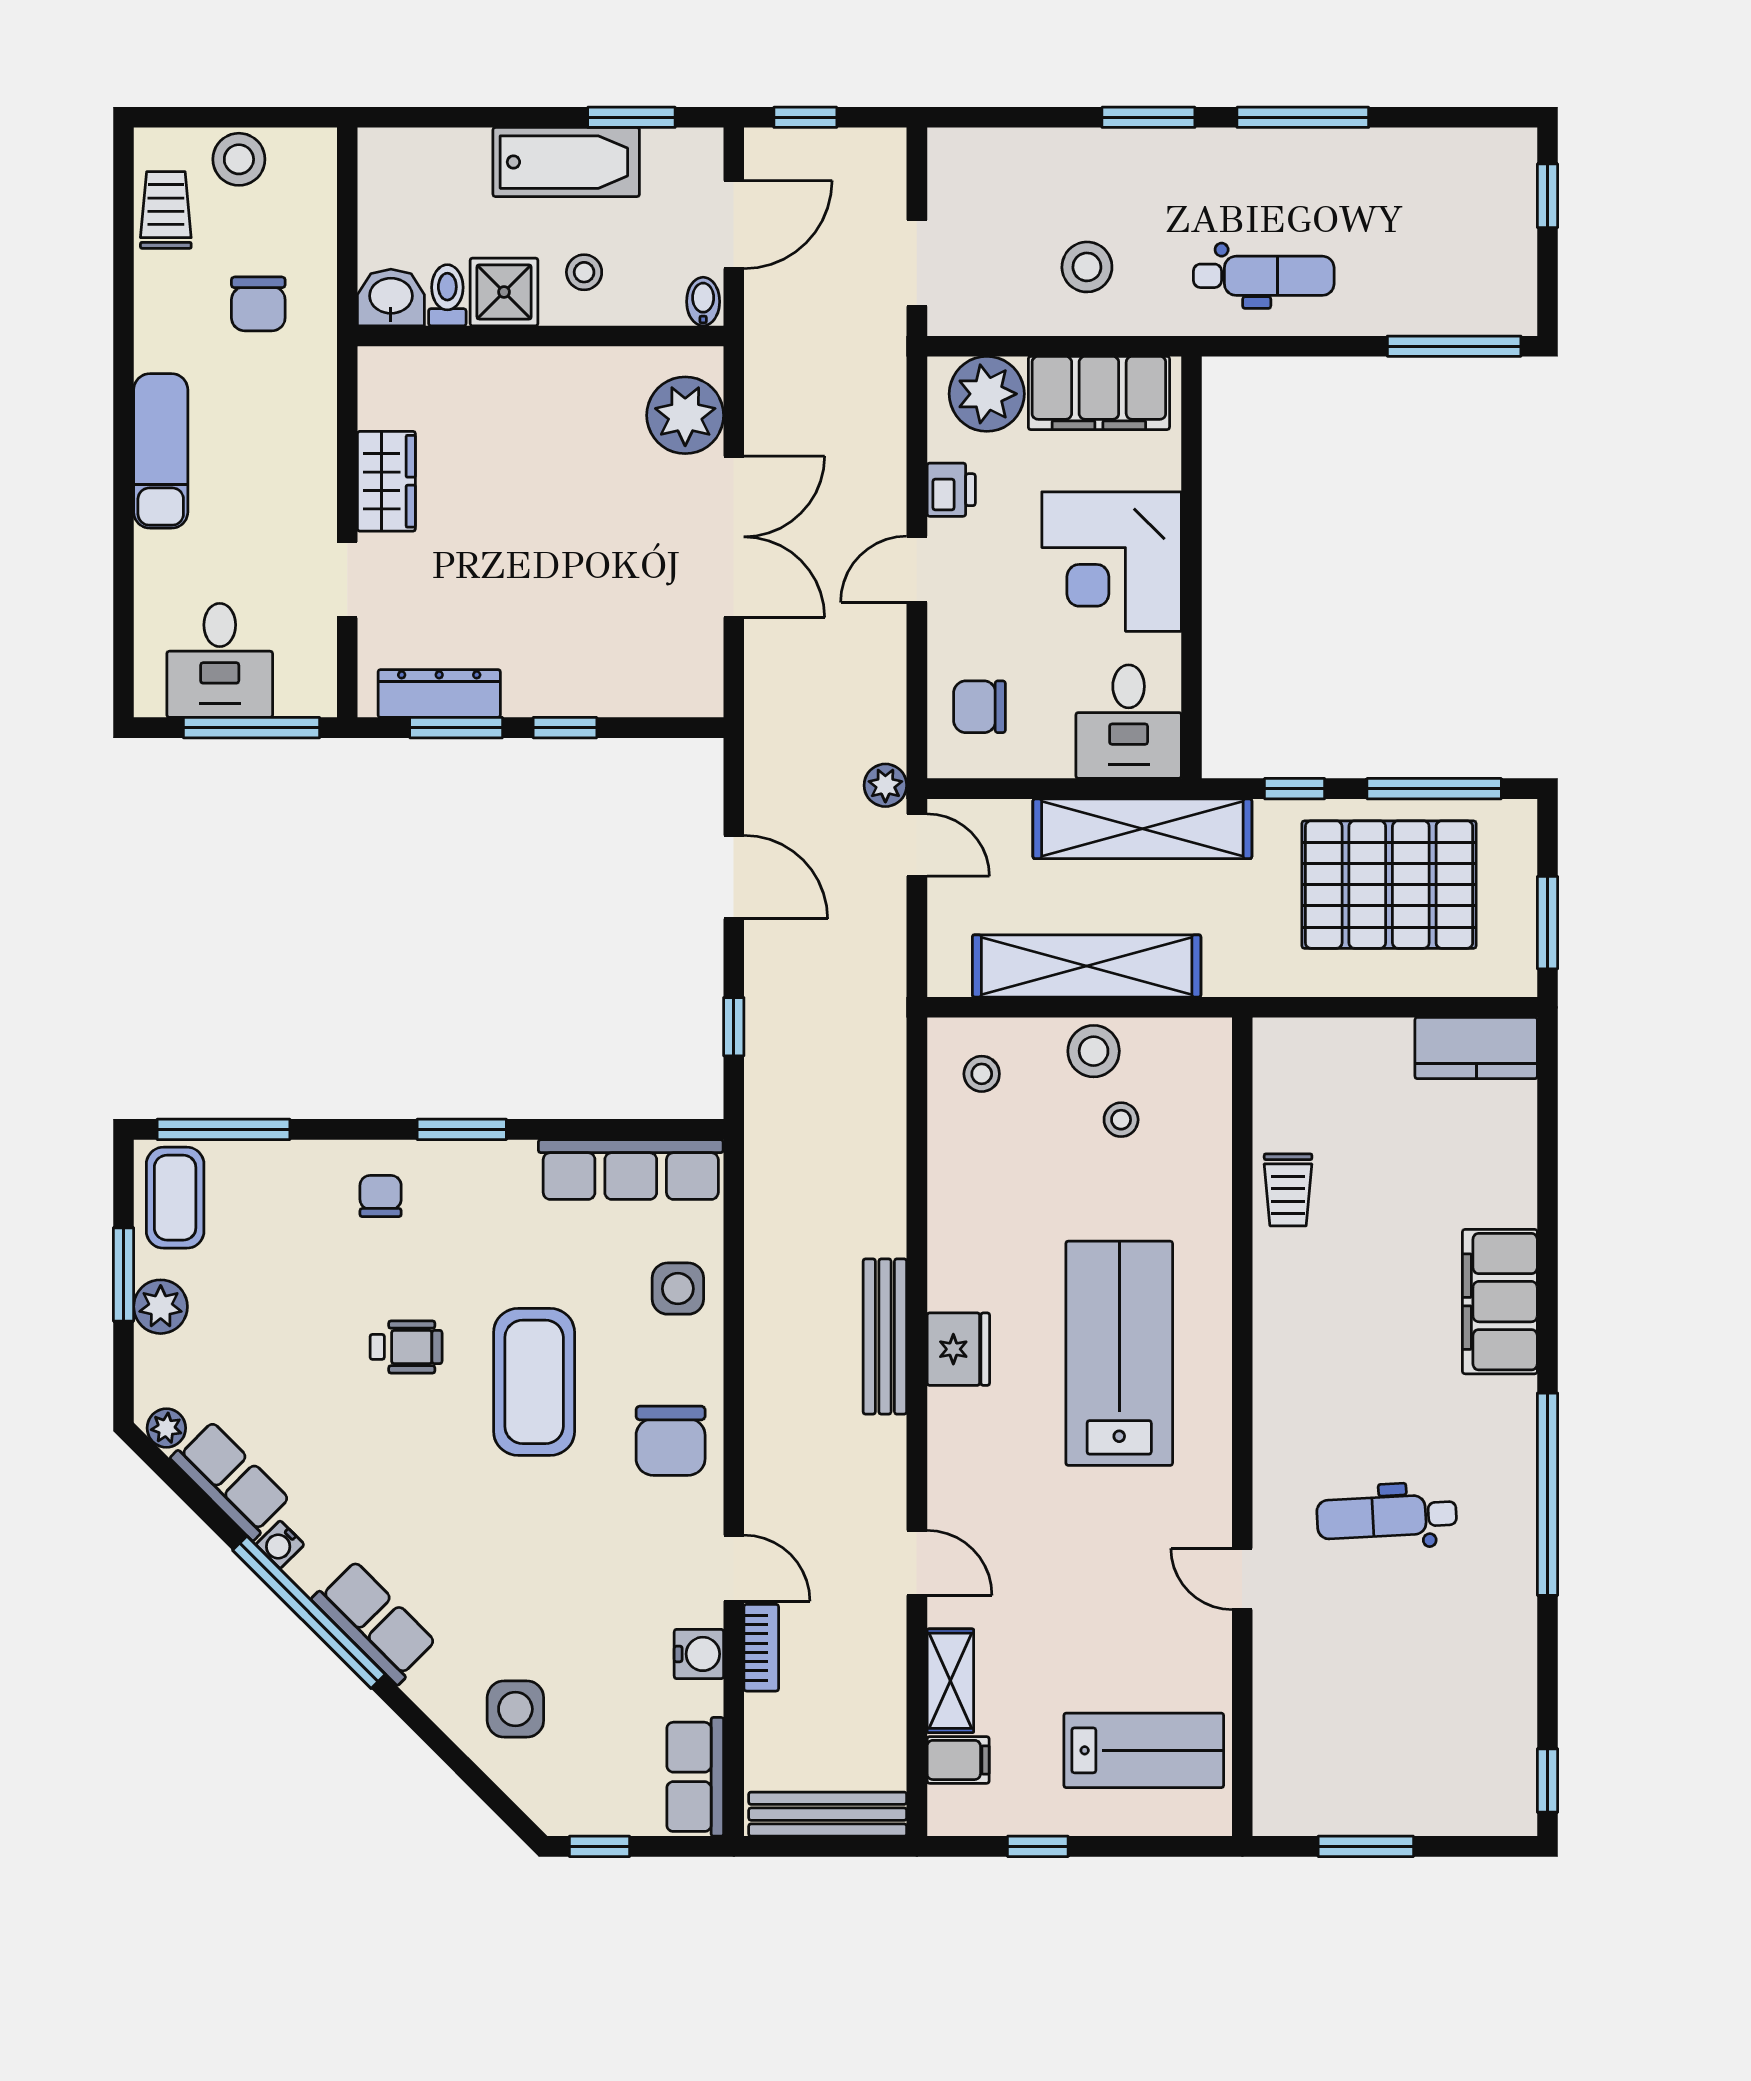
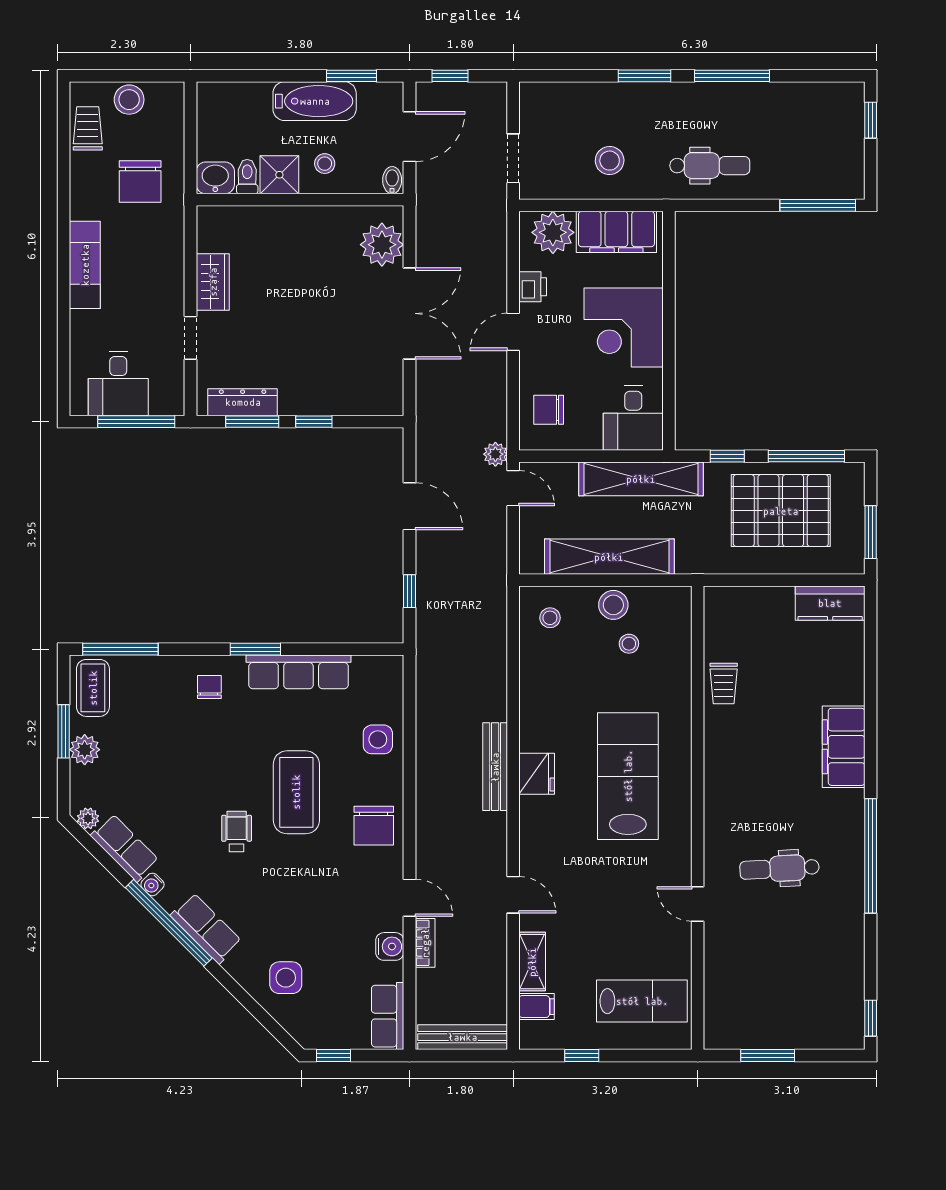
chair: (258, 304) -> (140, 181), width x1.37, depth x1.37
row of seats: (631, 1169) -> (298, 672), moved
wheelchair: (406, 1347) -> (237, 832), moved, turned -90

